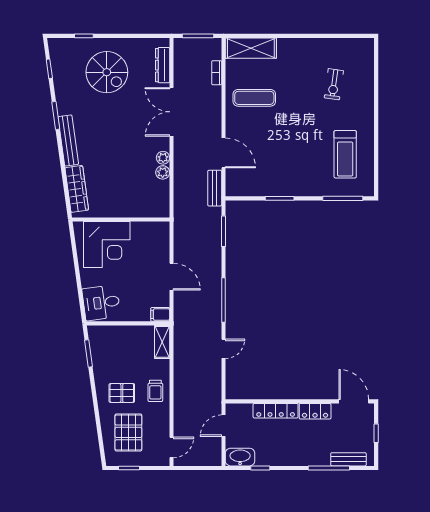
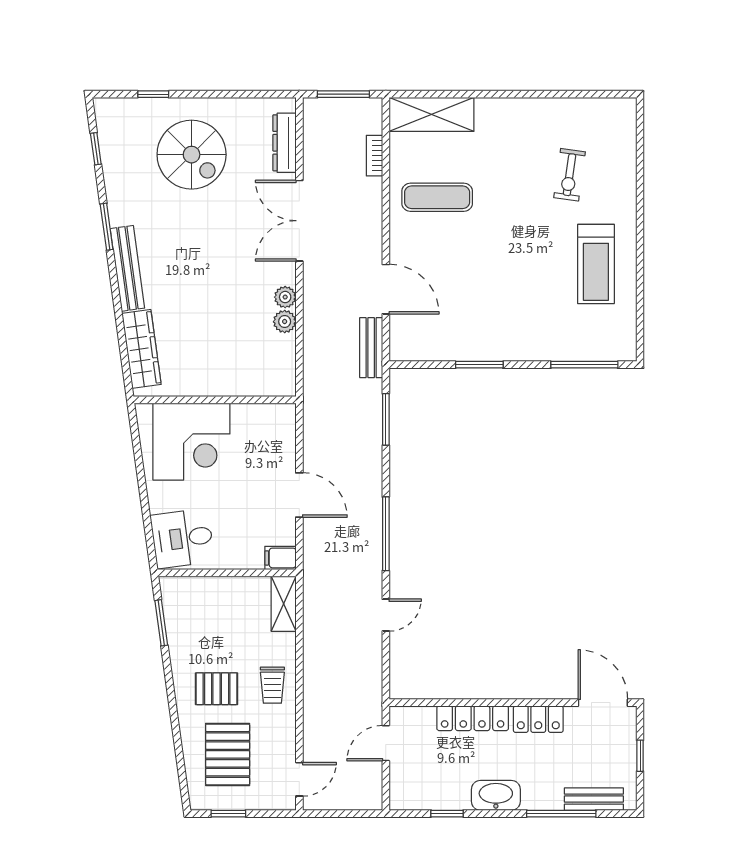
treadmill: (345, 154) -> (596, 264), moved
washbasin: (240, 457) -> (496, 795), moved

